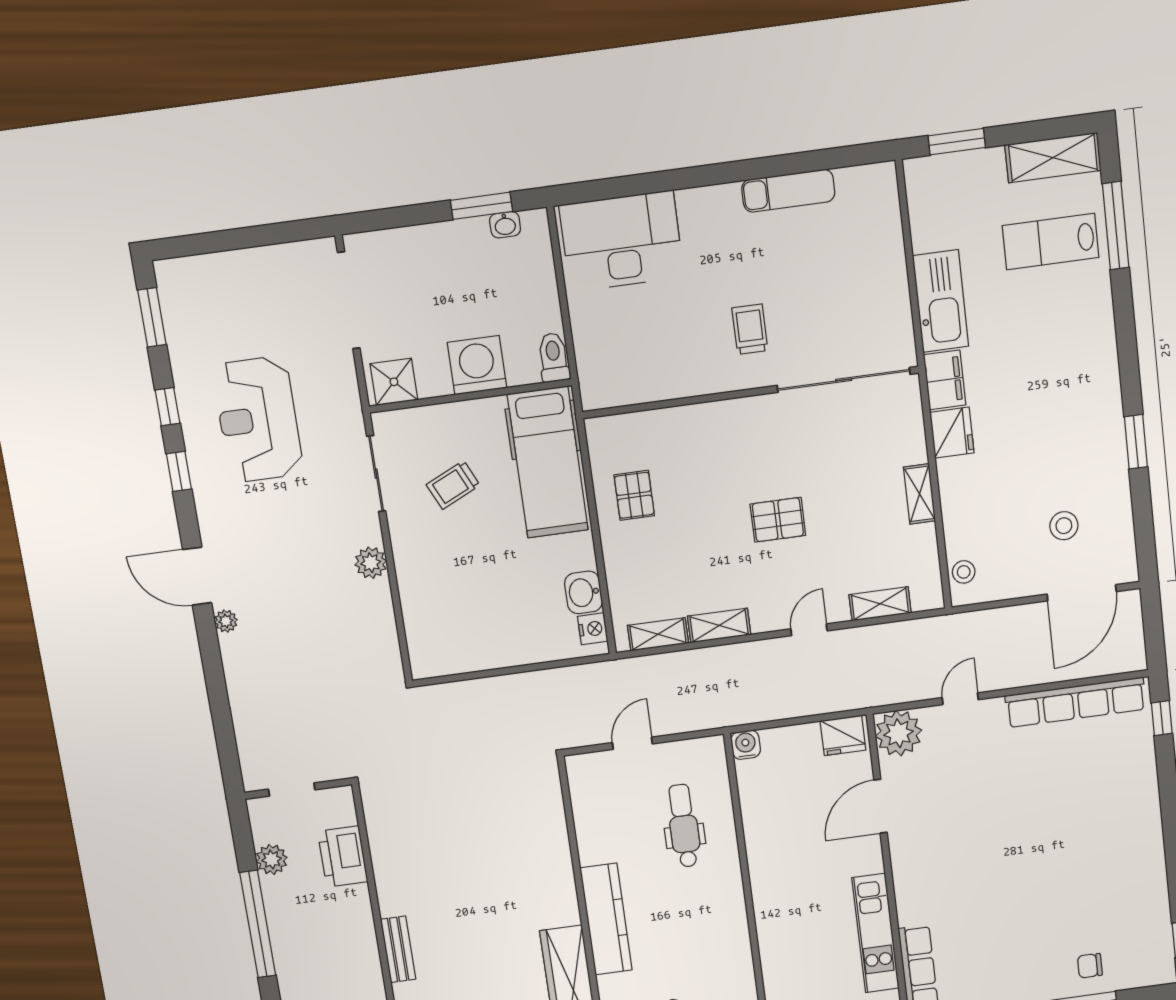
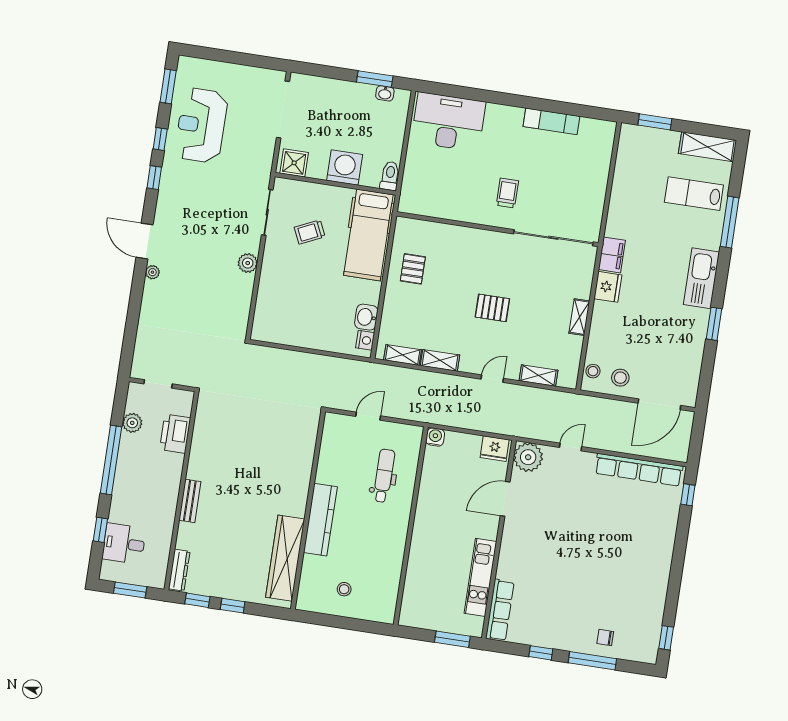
window: (1116, 226) -> (730, 222), moved
kitchen sink: (941, 301) -> (701, 278), moved, turned 180
reception desk: (258, 419) -> (201, 125), moved
stool: (1064, 526) -> (620, 378), moved

